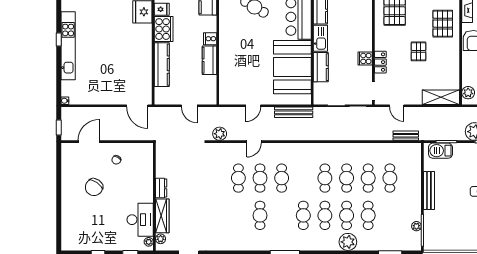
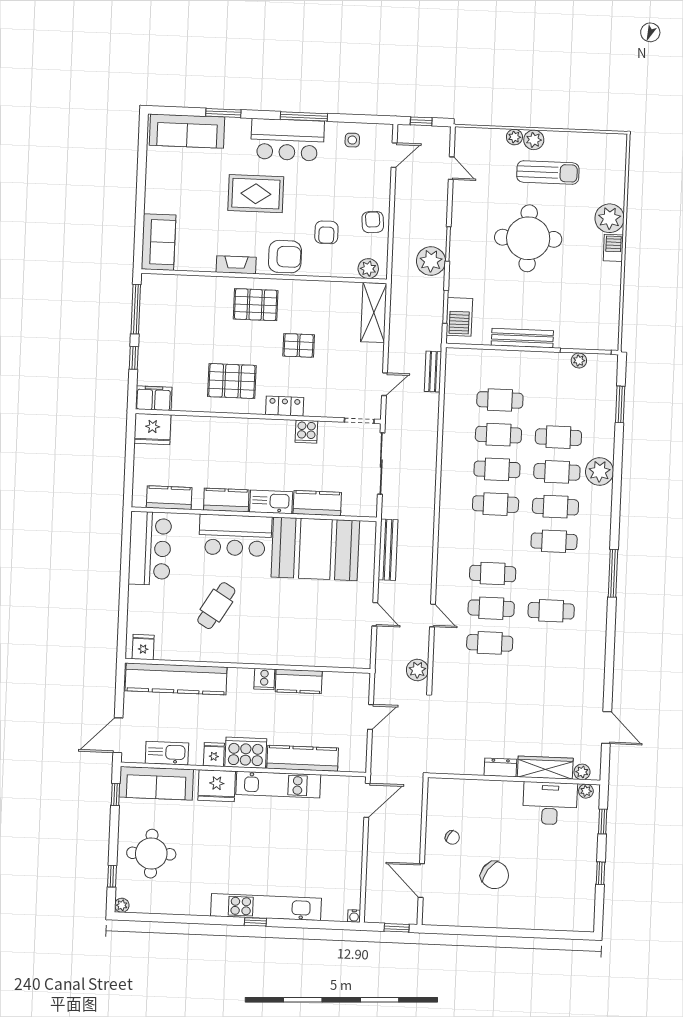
kitchen unit: (145, 50) -> (278, 785), added
locker: (380, 62) -> (285, 406), moved

